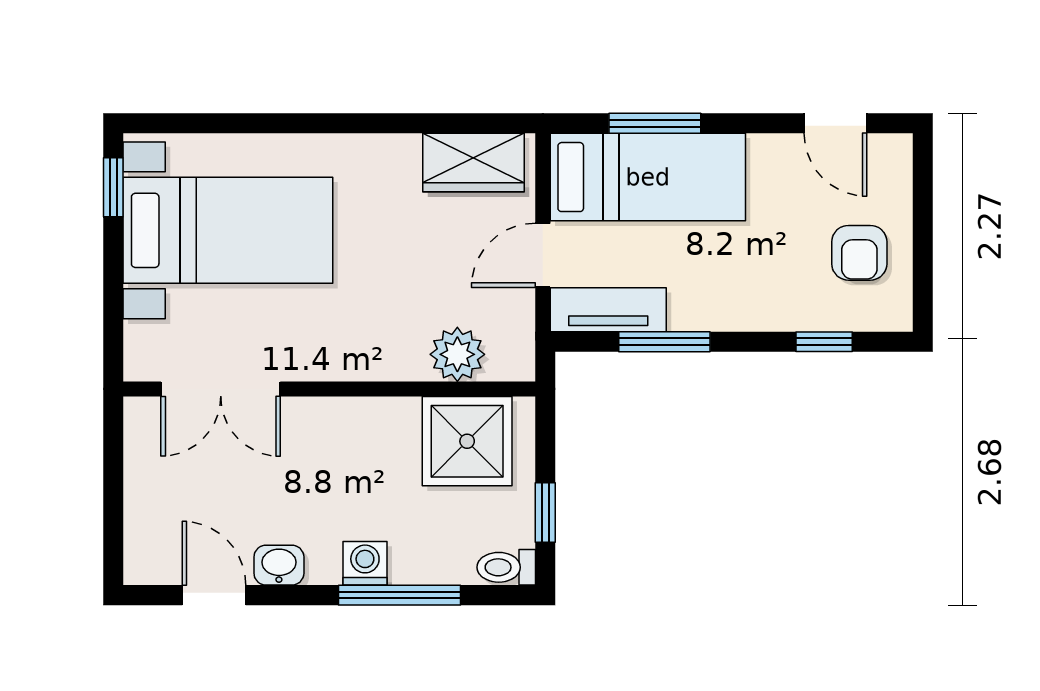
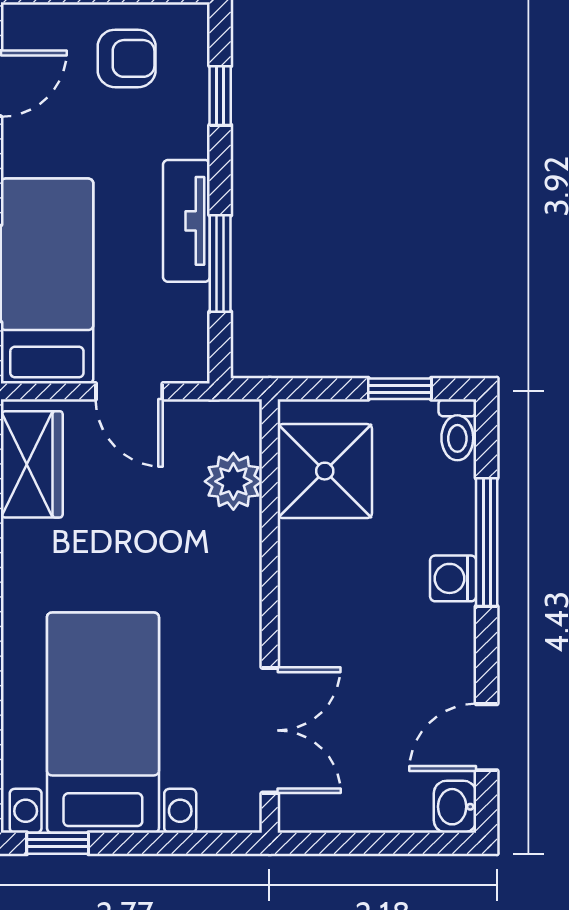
tv unit: (608, 310) -> (186, 221), moved
washbasin: (279, 565) -> (455, 807), moved

